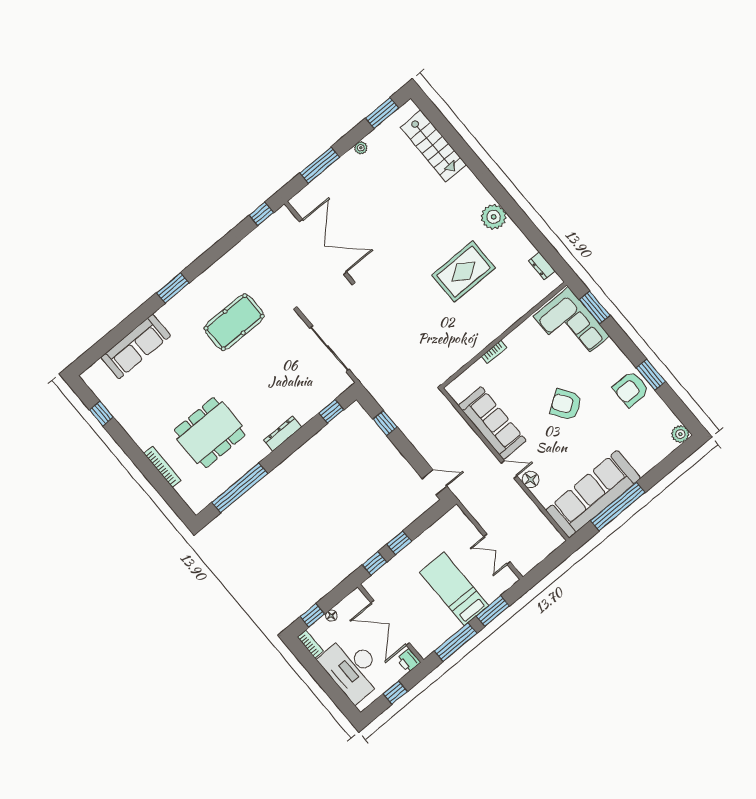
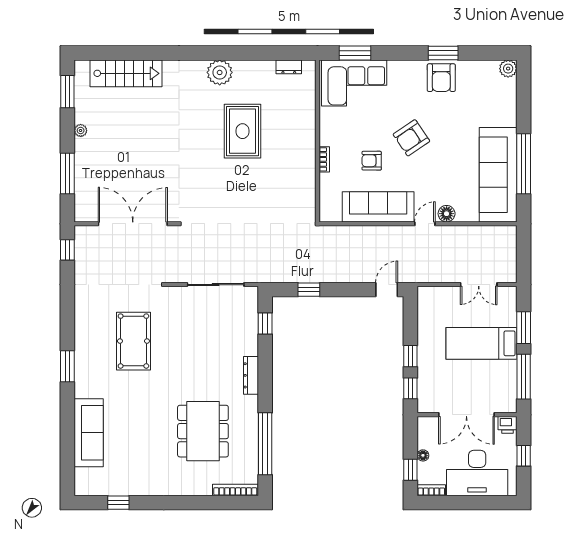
armchair: (523, 389) -> (372, 161), added
bookcase: (162, 467) -> (235, 490), moved

